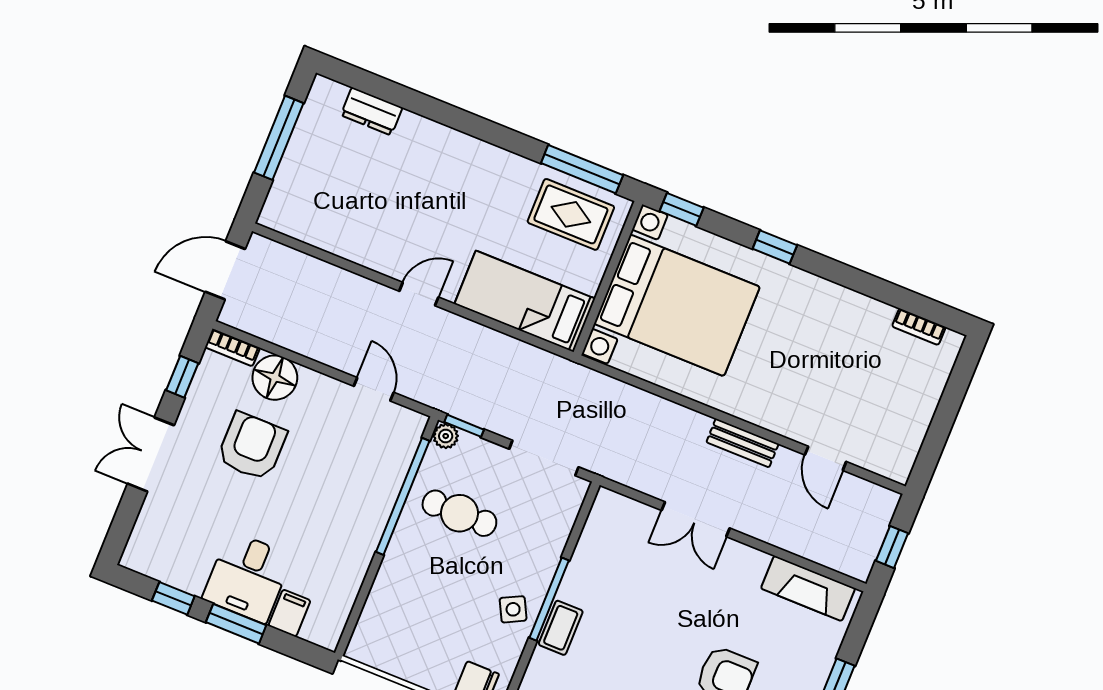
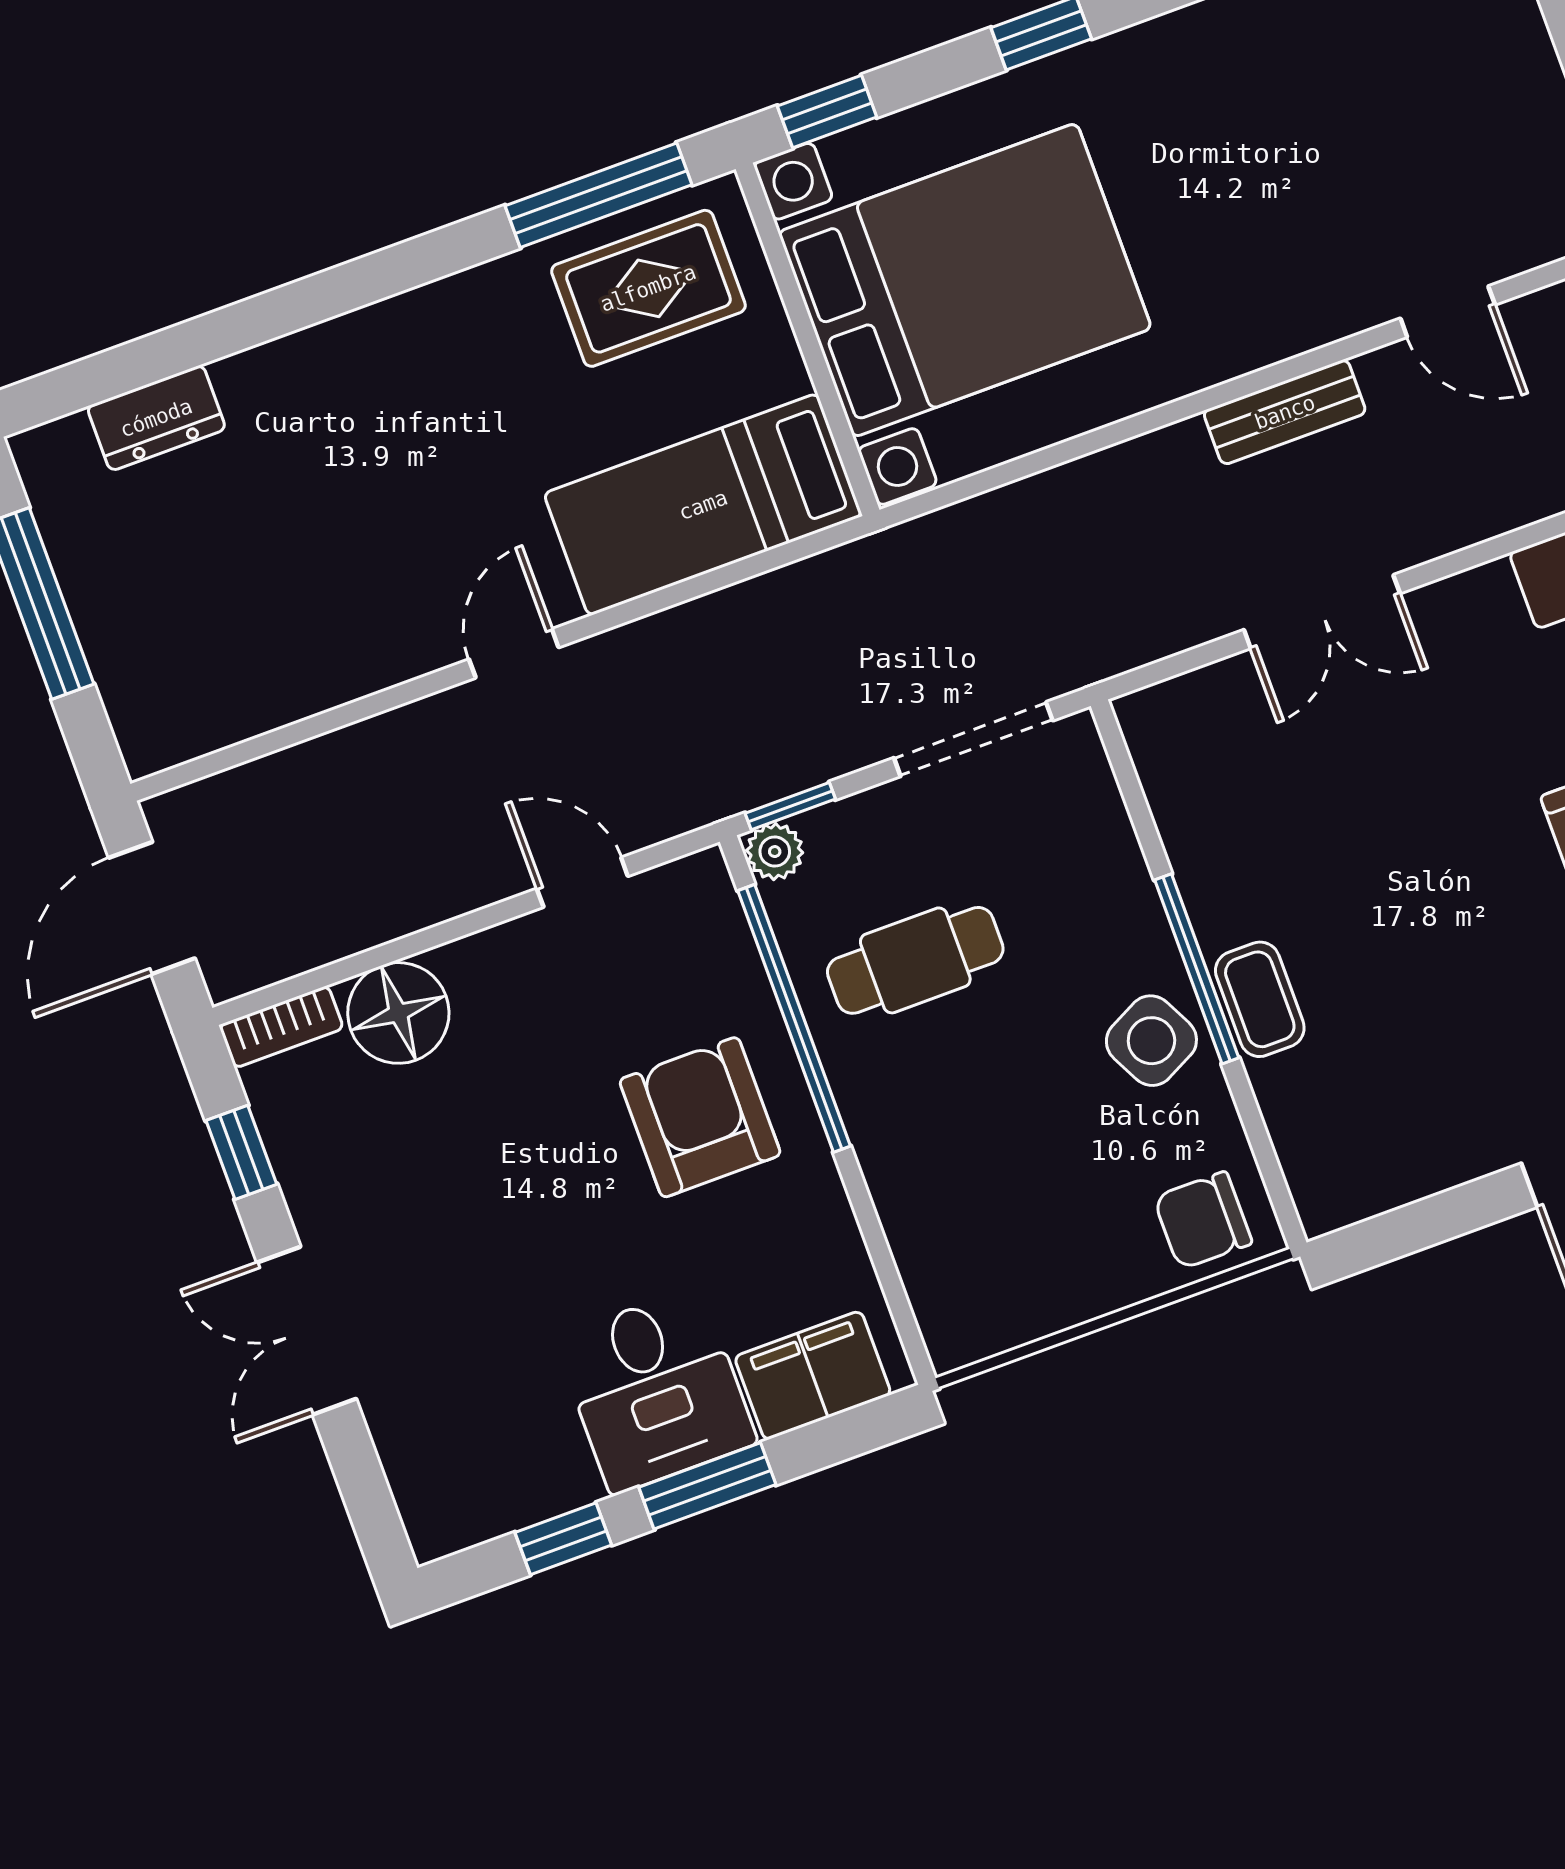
armchair: (252, 446) -> (700, 1117), moved
side table: (513, 609) -> (1151, 1041), width x1.37, depth x1.37
filing cabinet: (289, 613) -> (813, 1376), width x2.00

